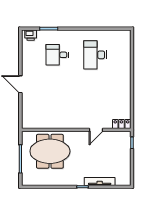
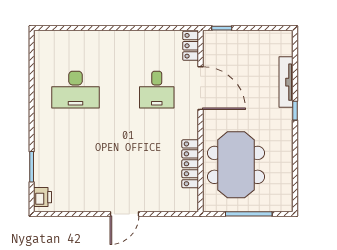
desk: (57, 55) -> (157, 90), moved
locker: (51, 124) -> (190, 164), added
door: (96, 130) -> (200, 88), width x1.88

